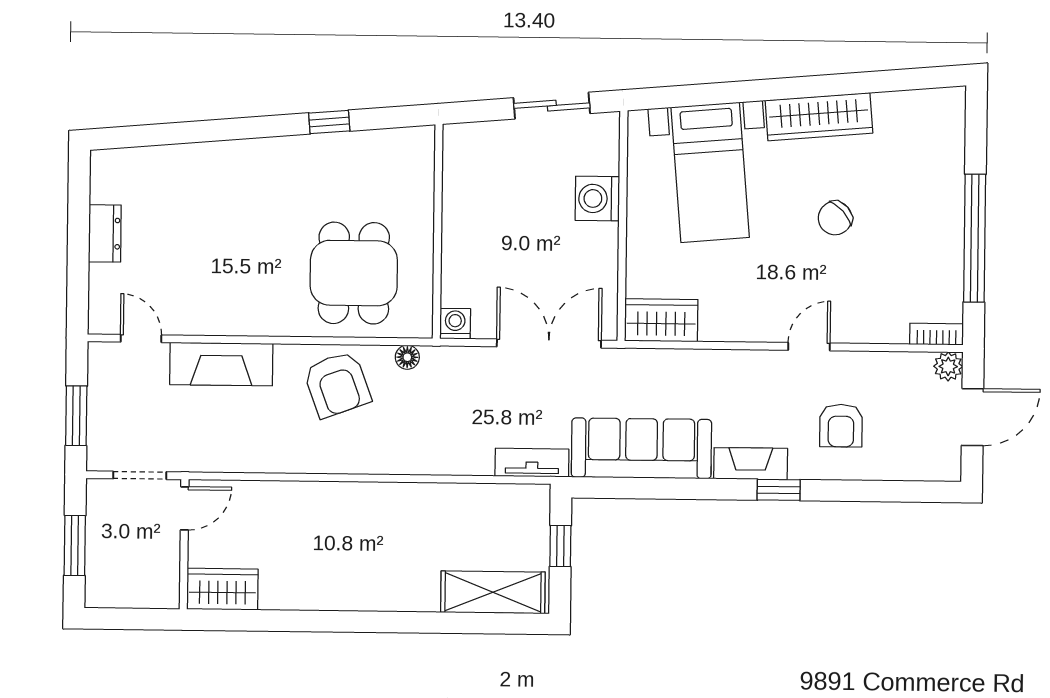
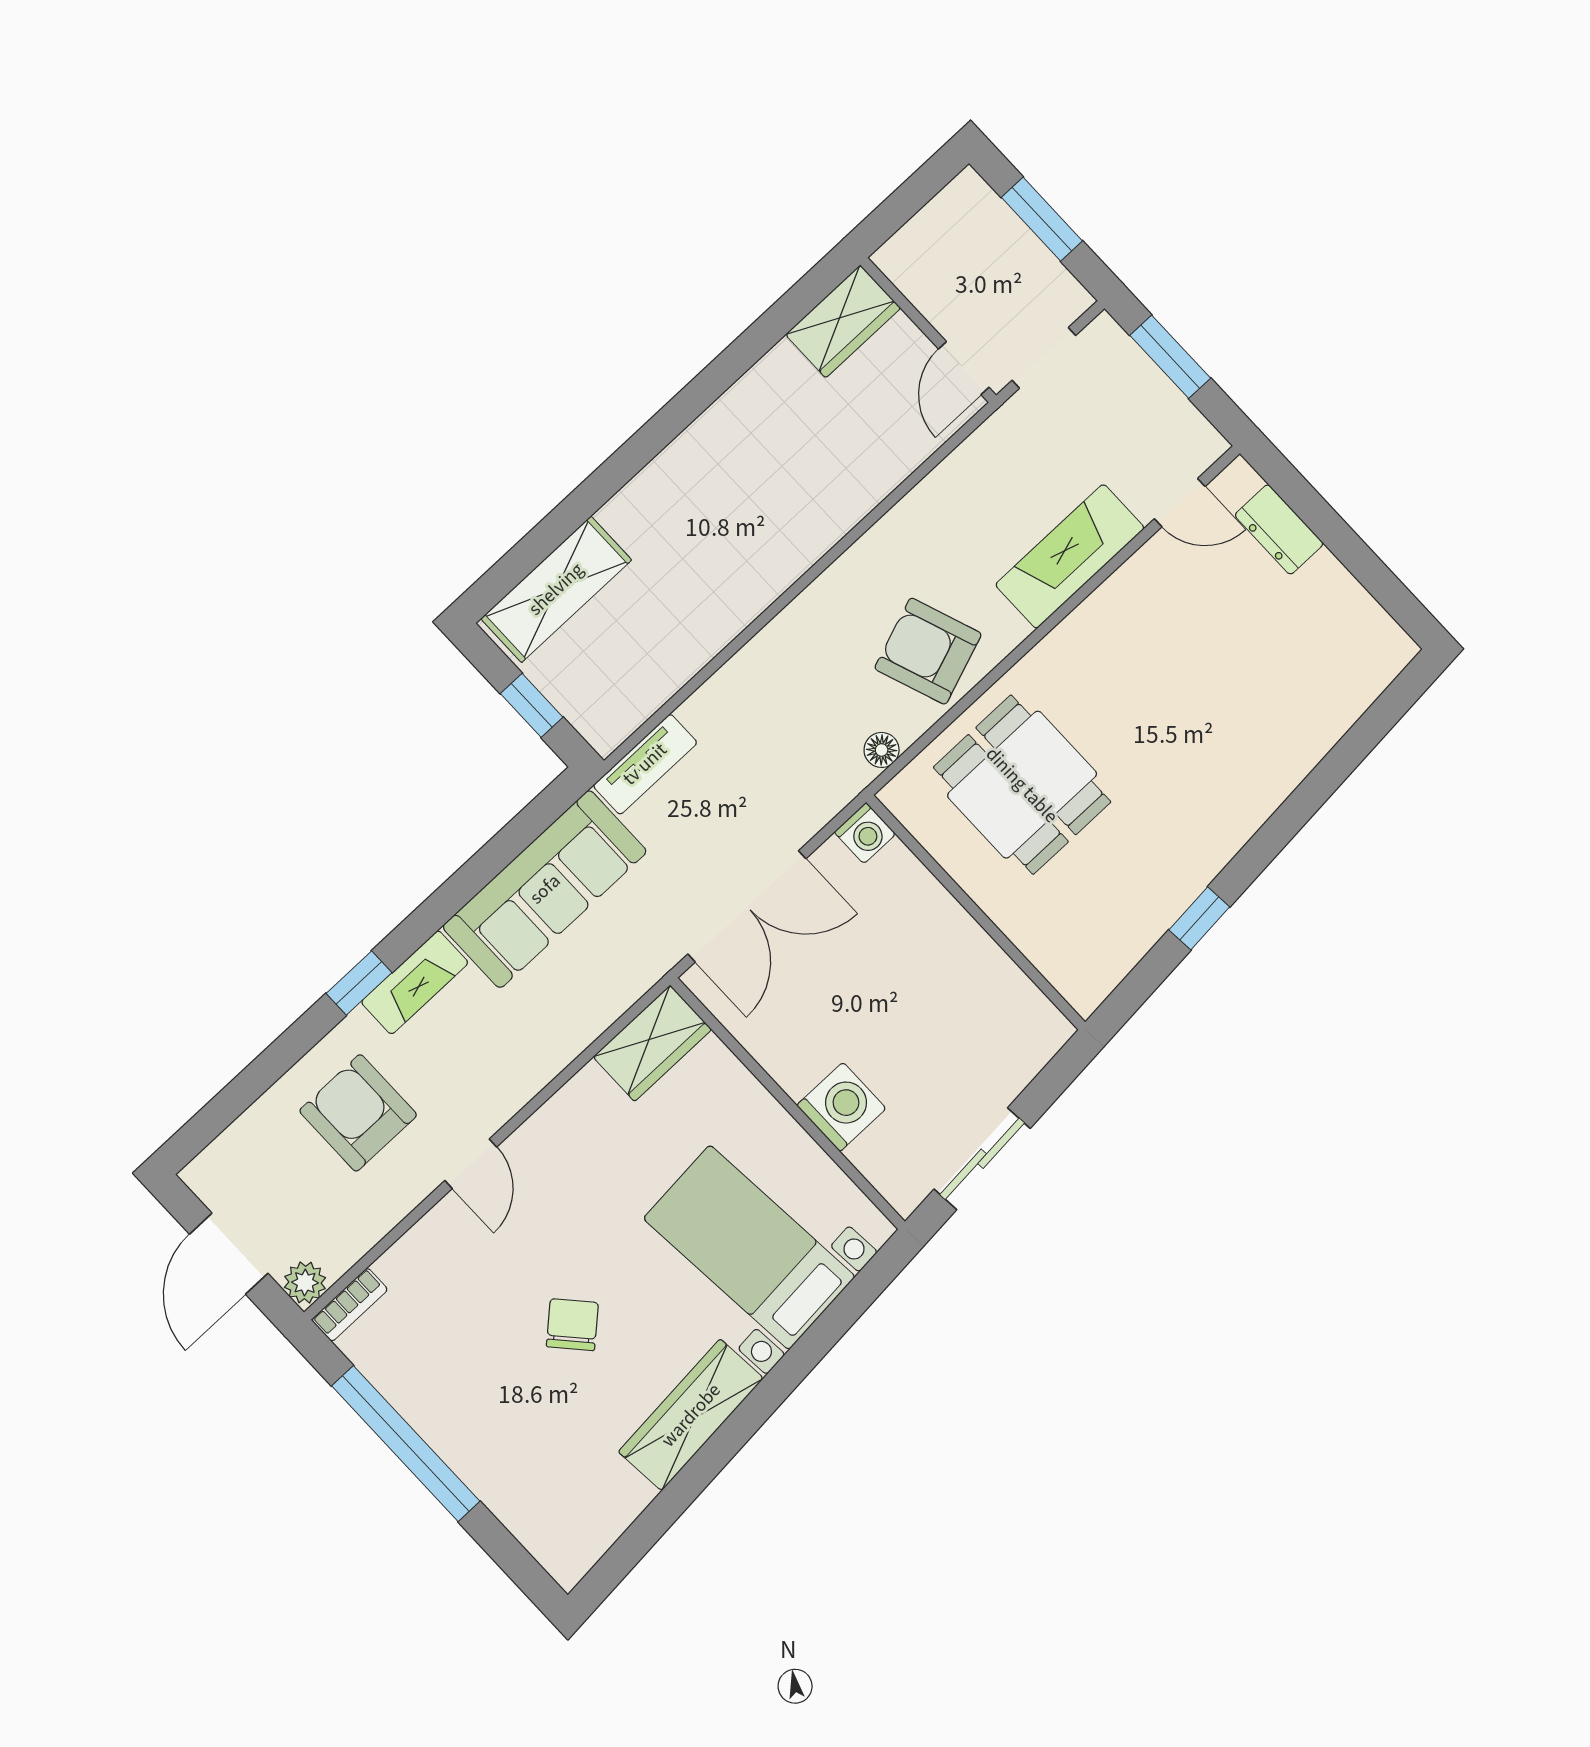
dresser: (105, 233) -> (1279, 529), moved
armchair: (841, 426) -> (358, 1113), width x1.38, depth x1.38

